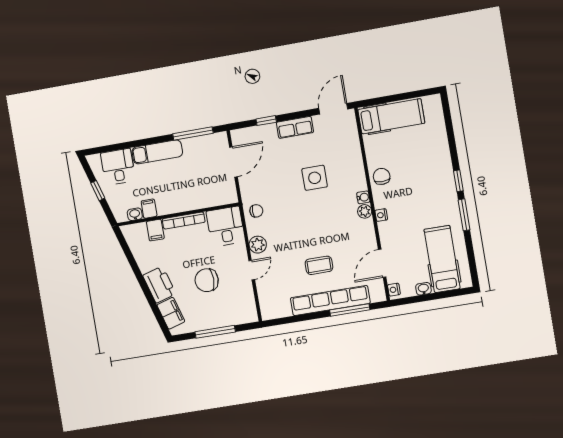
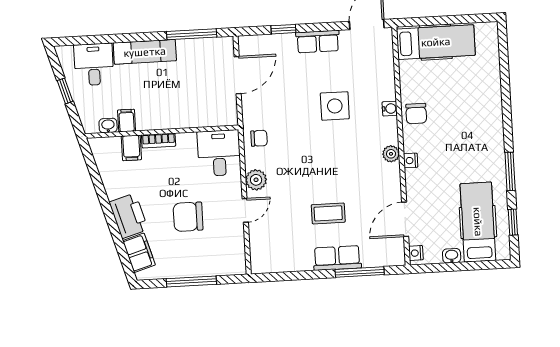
chair: (382, 176) -> (416, 114), turned 180
window: (458, 181) -> (513, 222), moved
water cooler: (363, 197) -> (390, 109), moved
bookcase: (184, 220) -> (159, 141), width x0.64
row of seats: (330, 301) -> (337, 258), width x0.50

